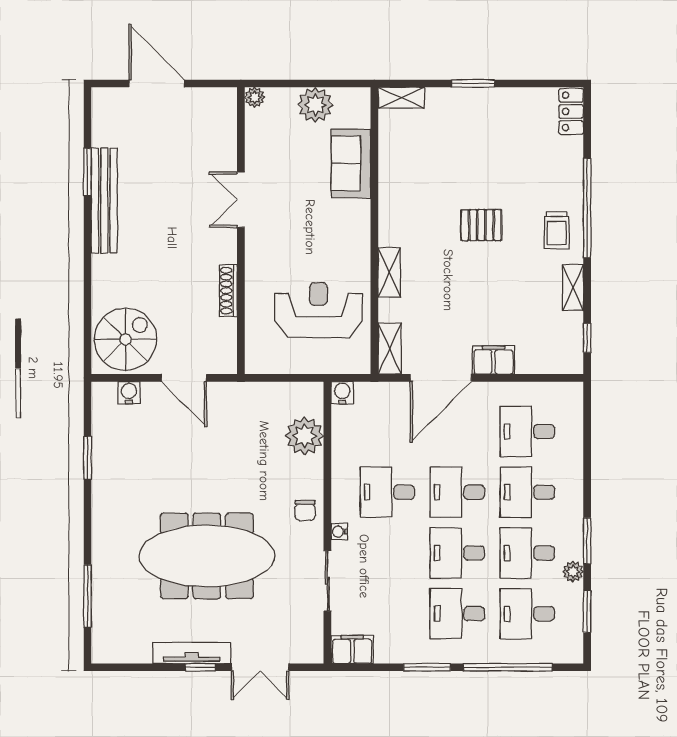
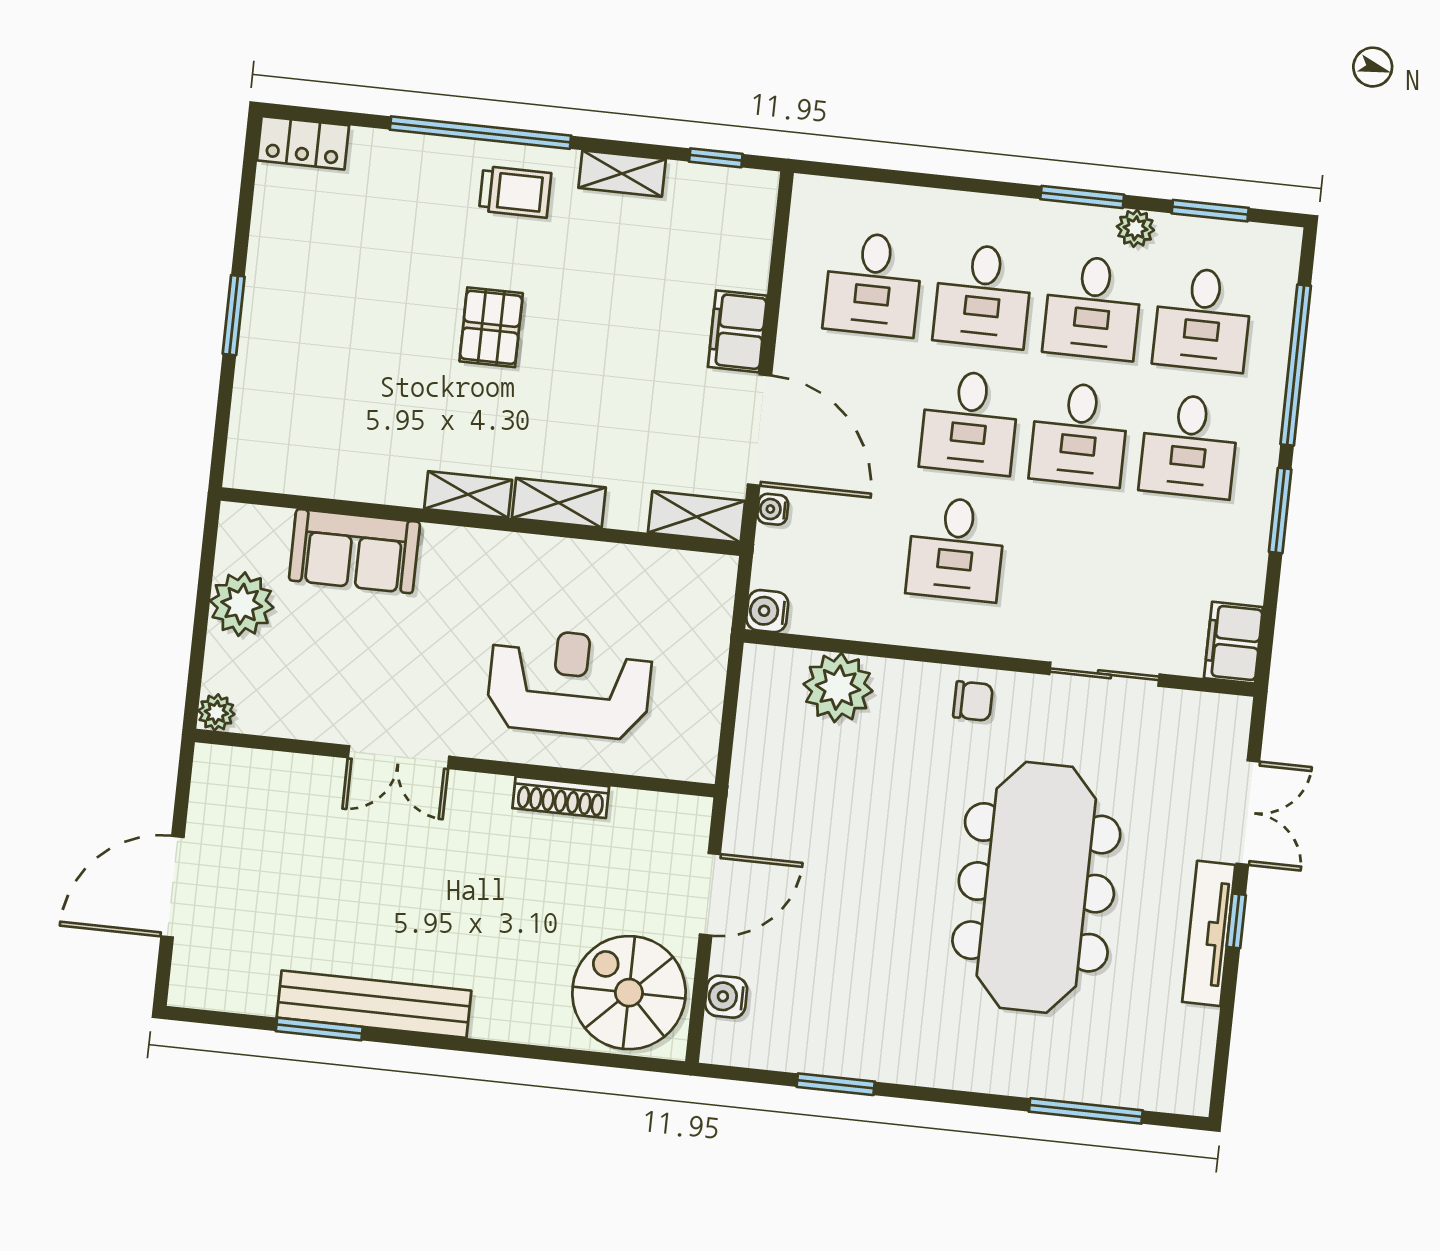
shelving: (401, 98) -> (468, 494), moved, turned 90
reception desk: (318, 310) -> (569, 683), moved, turned 90
water cooler: (339, 531) -> (773, 509), moved, turned 90

